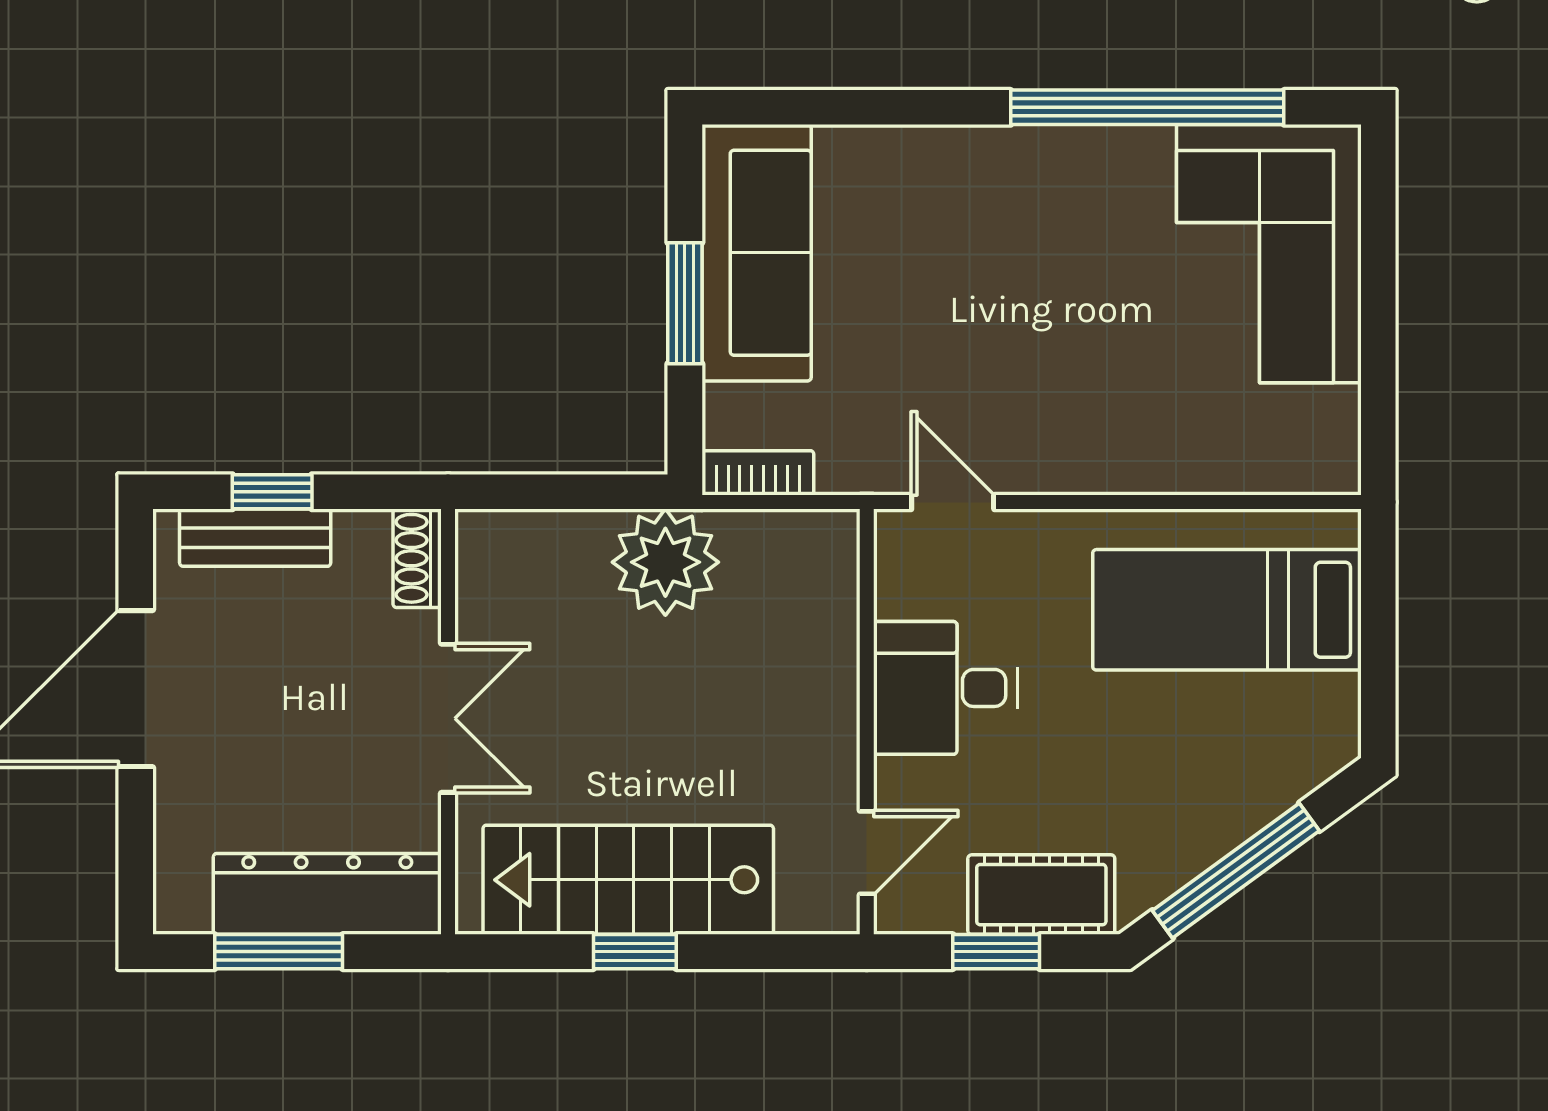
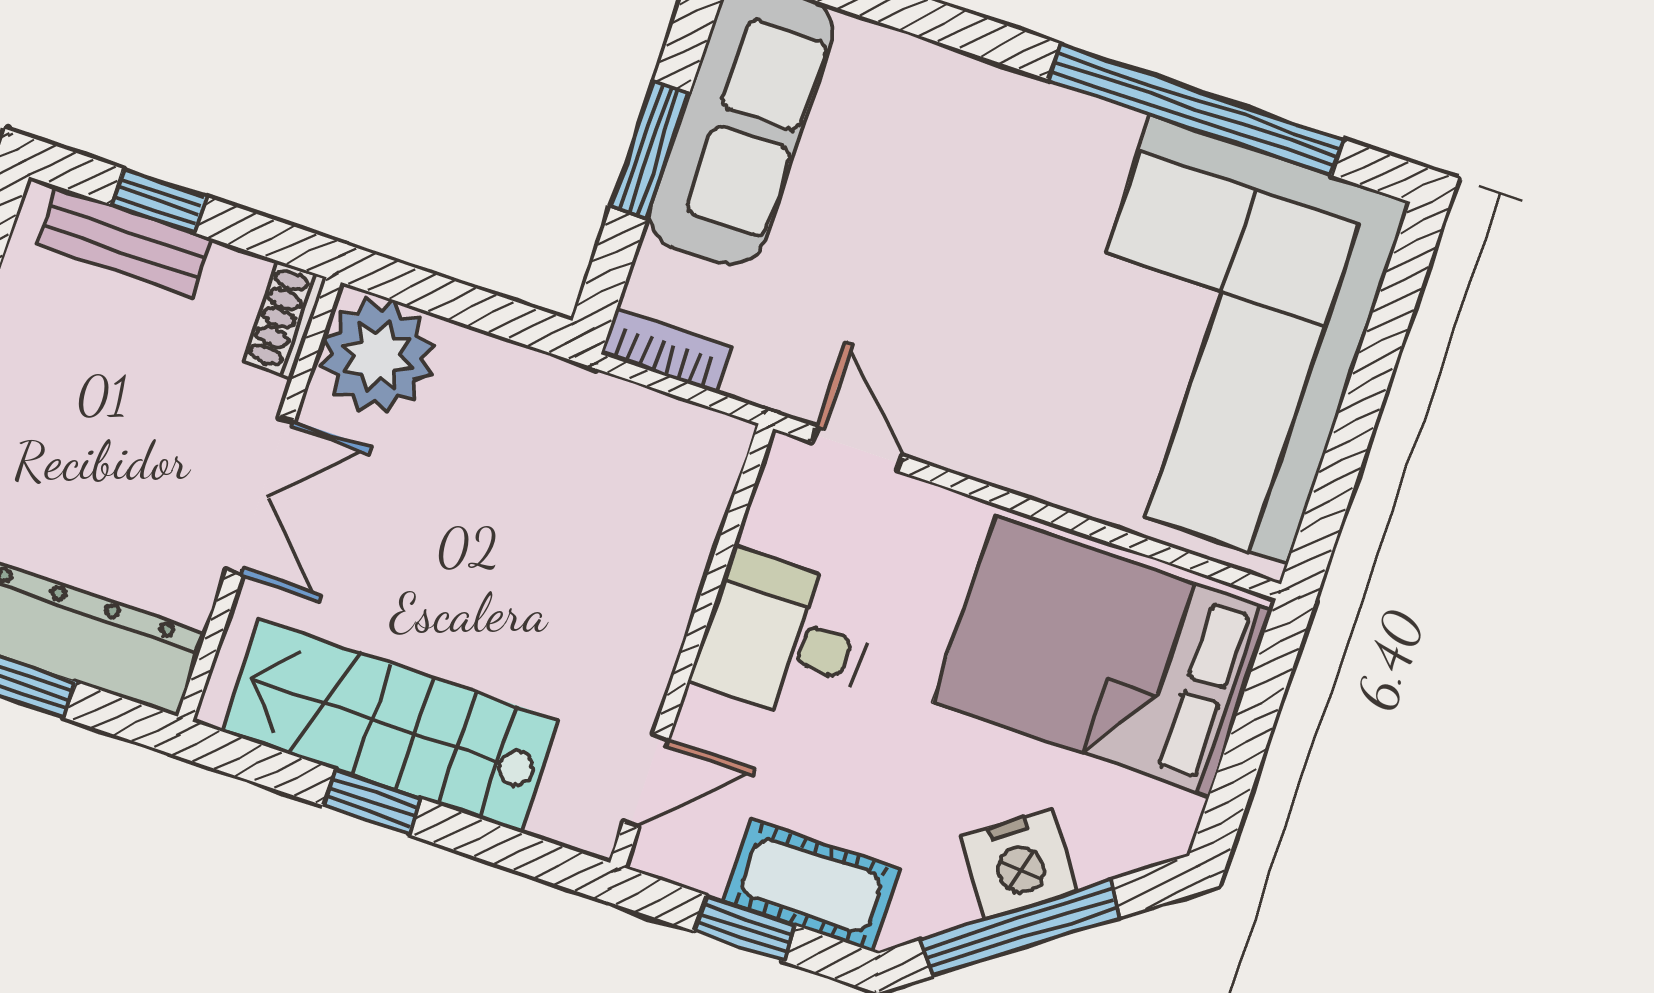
corner sofa: (1269, 254) -> (1220, 340), width x1.36, depth x1.36
plant: (665, 562) -> (377, 356), moved
bed: (1227, 610) -> (1103, 656), width x1.50
nightstand: (1215, 815) -> (1019, 864), added

